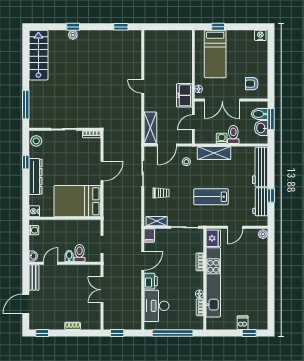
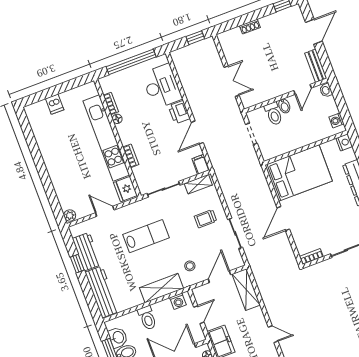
washing machine: (222, 138) -> (178, 301), moved
door: (235, 227) -> (105, 211), hinge flipped
window: (249, 333) -> (43, 95), removed

